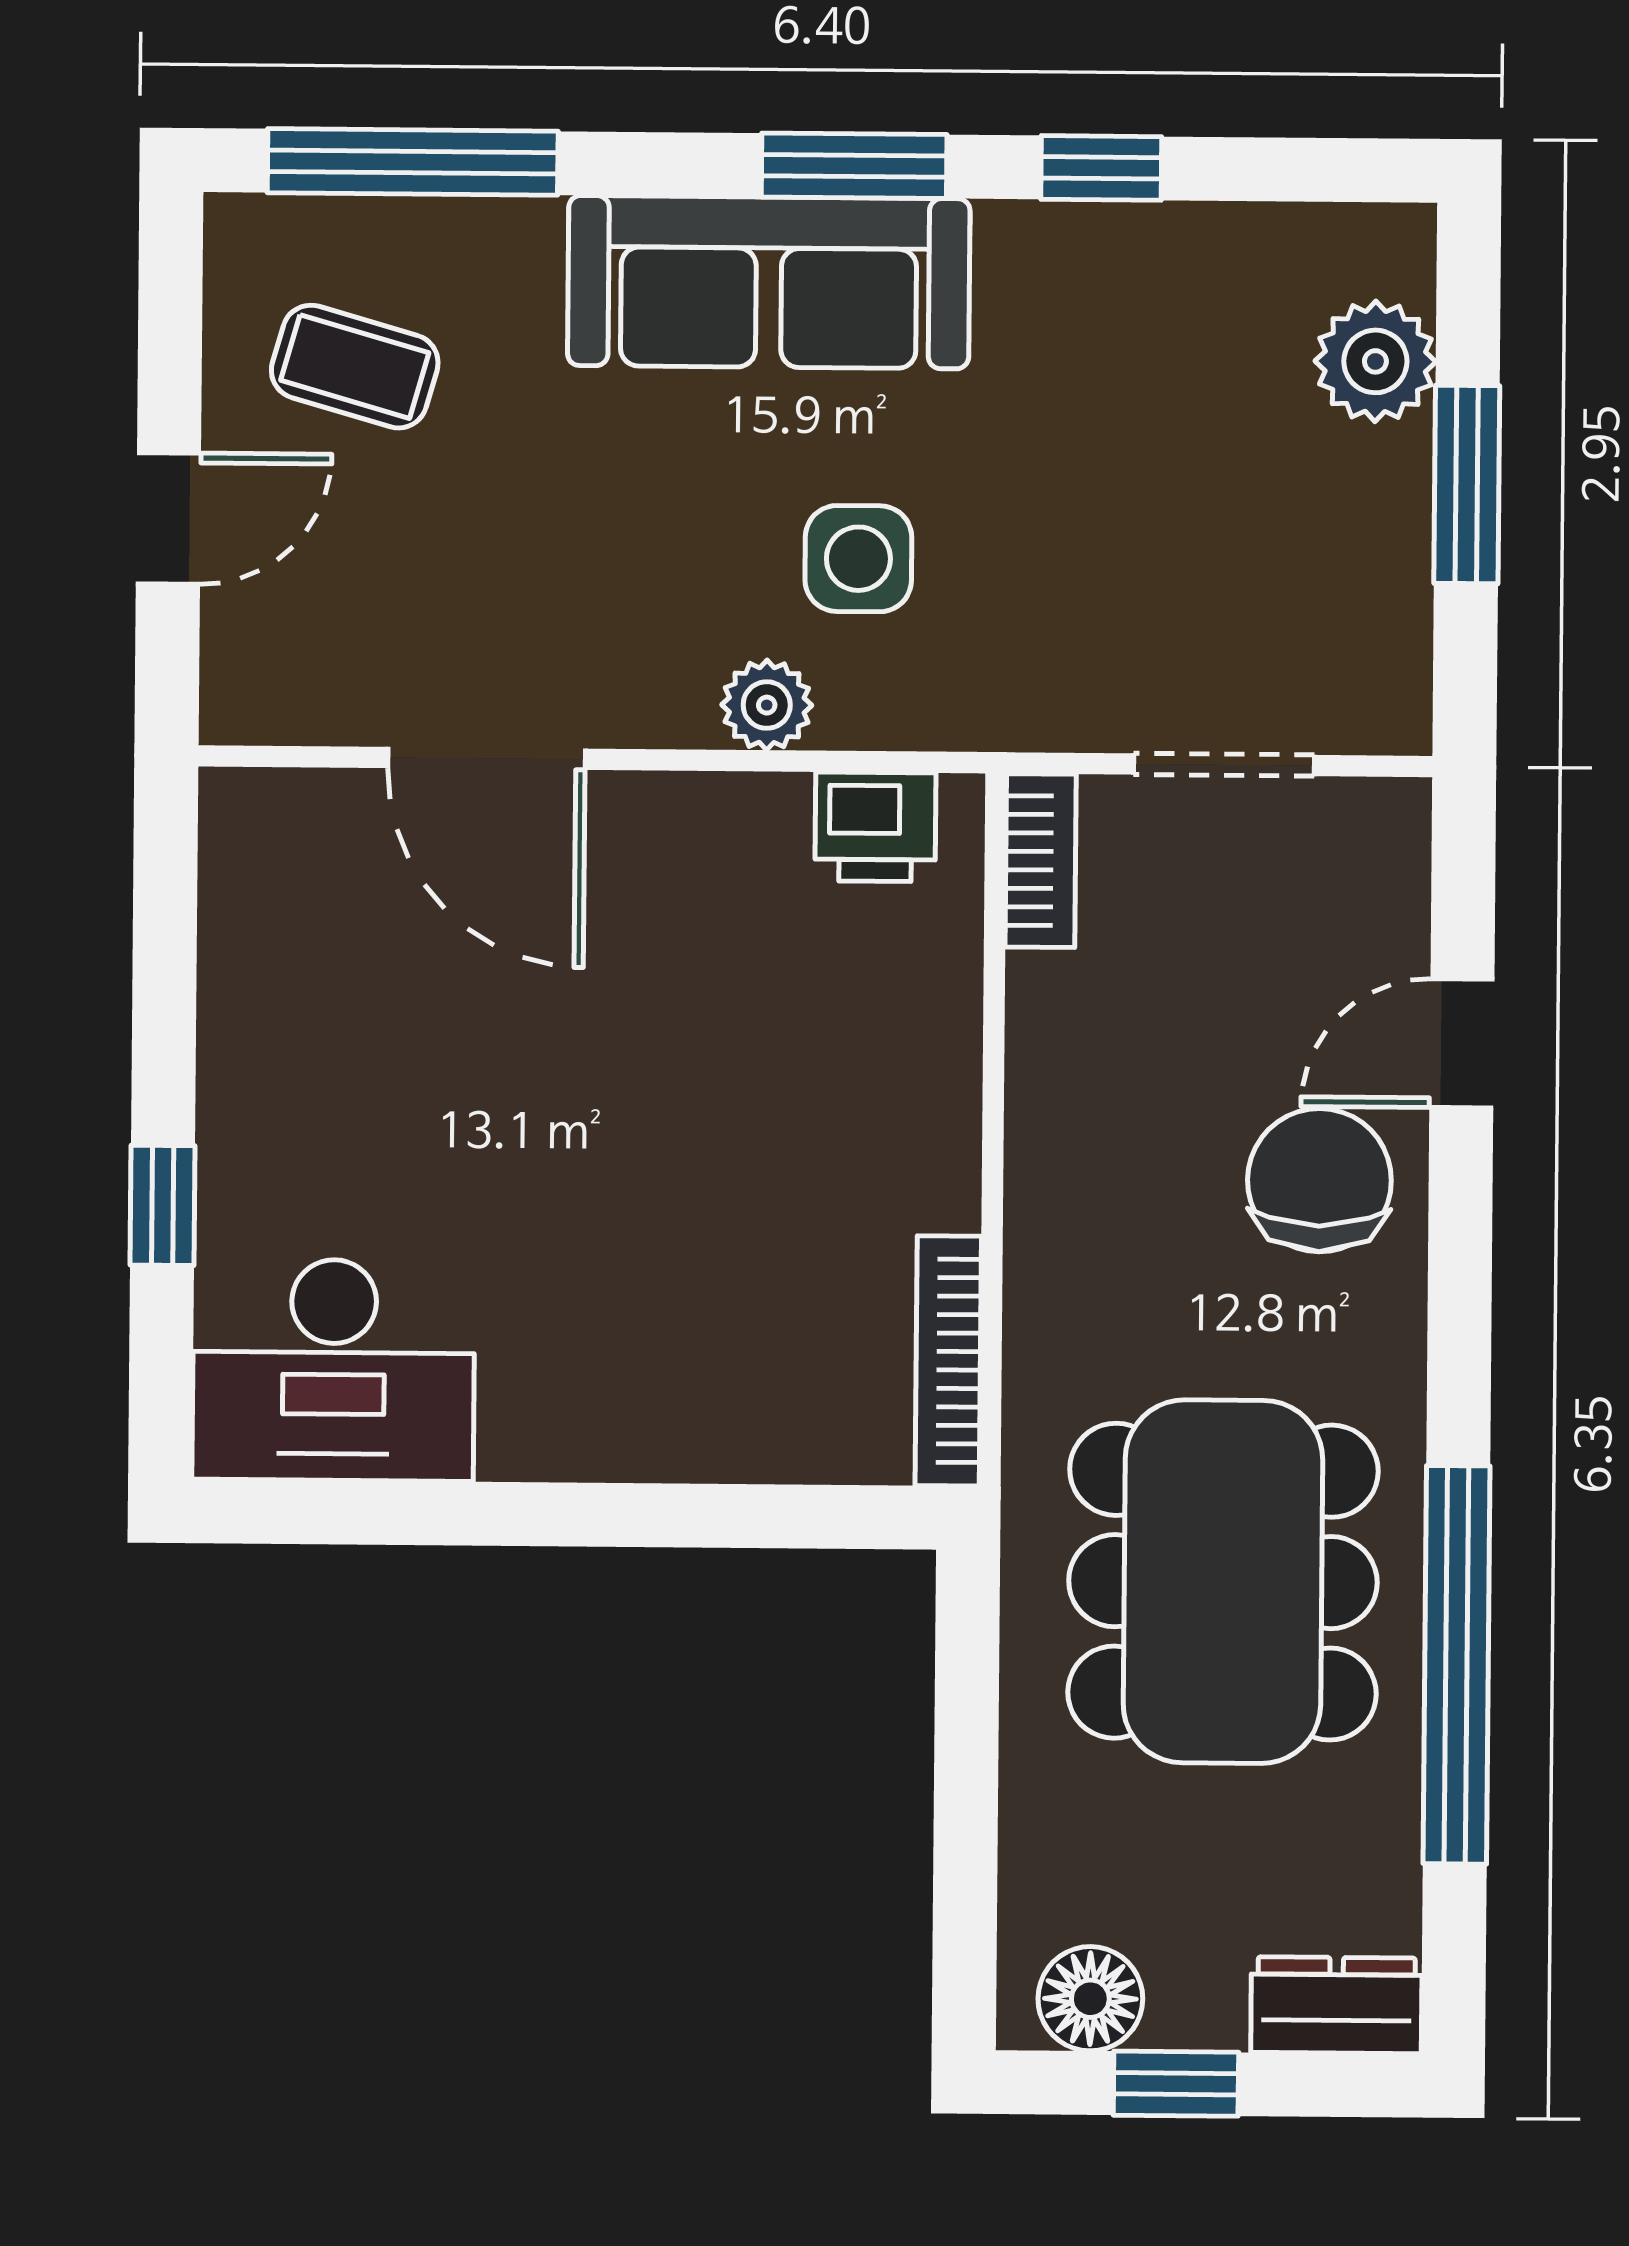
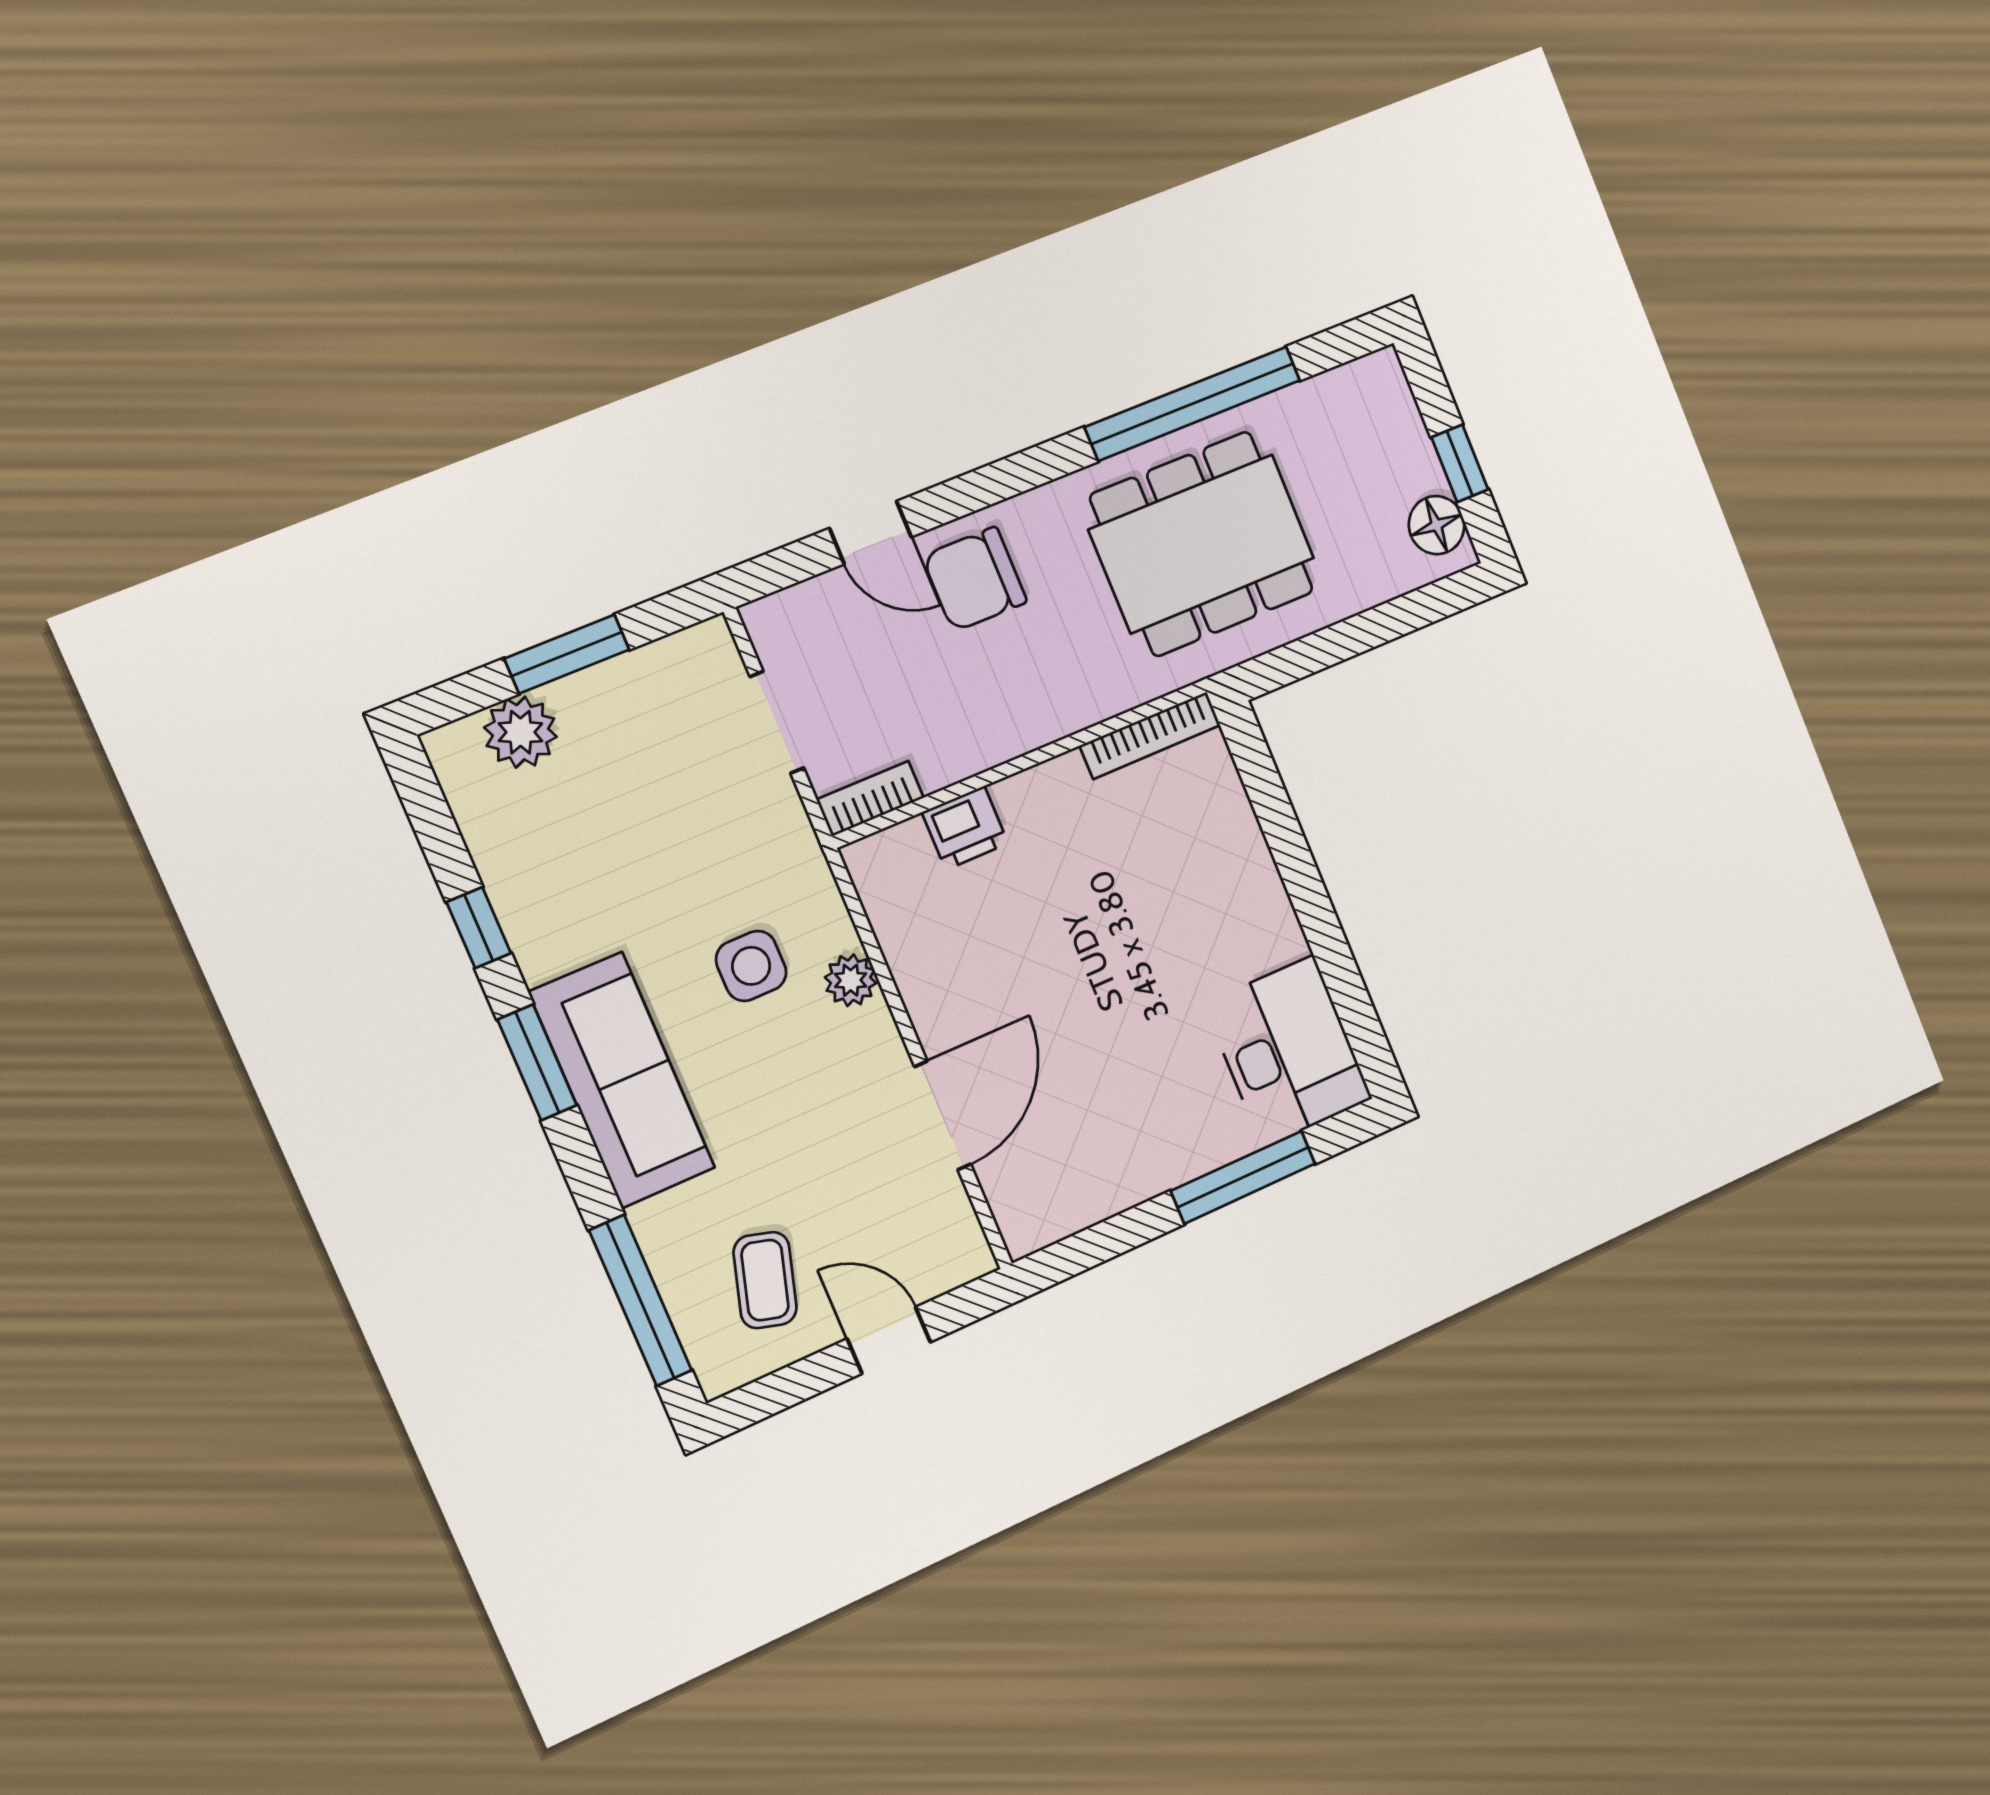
printer: (875, 827) -> (965, 828), moved, turned 90
window: (162, 1205) -> (1243, 1177), width x2.17
dresser: (1336, 2005) -> (1388, 397), removed

